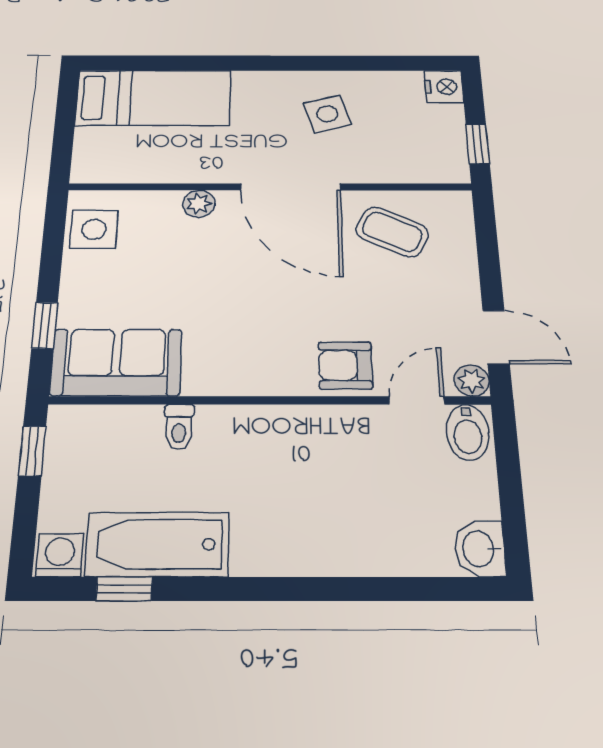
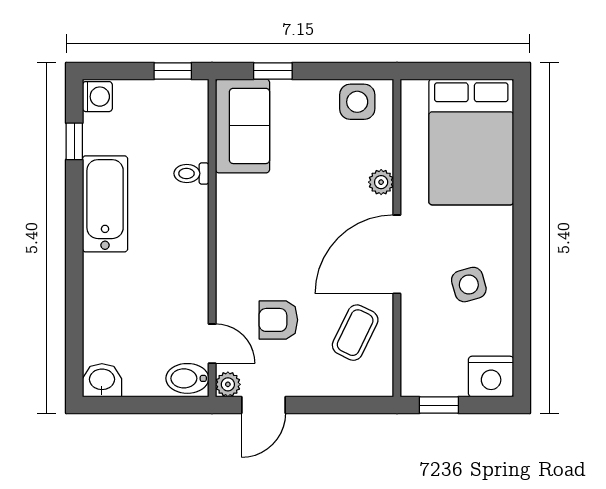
nightstand: (444, 87) -> (491, 377), width x1.36, depth x1.33
bed: (154, 98) -> (471, 142), width x1.50
armchair: (345, 365) -> (278, 320), moved, turned -90
bathtub: (158, 544) -> (105, 204), moved

